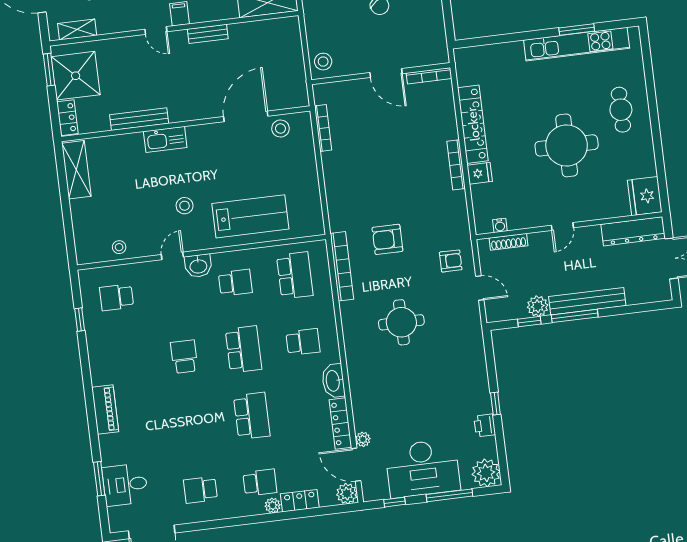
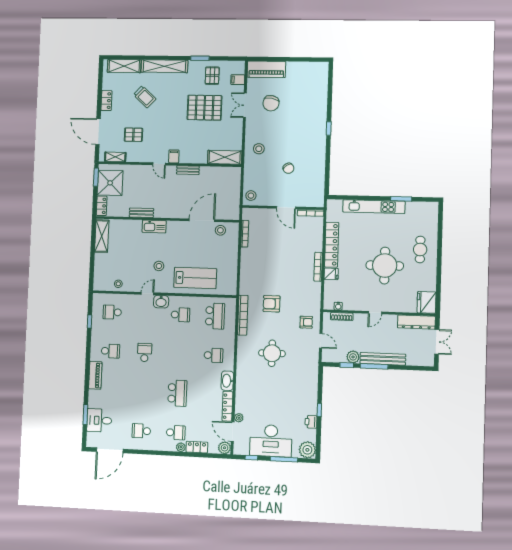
kitchen unit: (577, 44) -> (374, 207), moved
bench: (139, 119) -> (141, 213), width x0.73
school desk: (244, 349) -> (110, 351), moved, width x0.54

